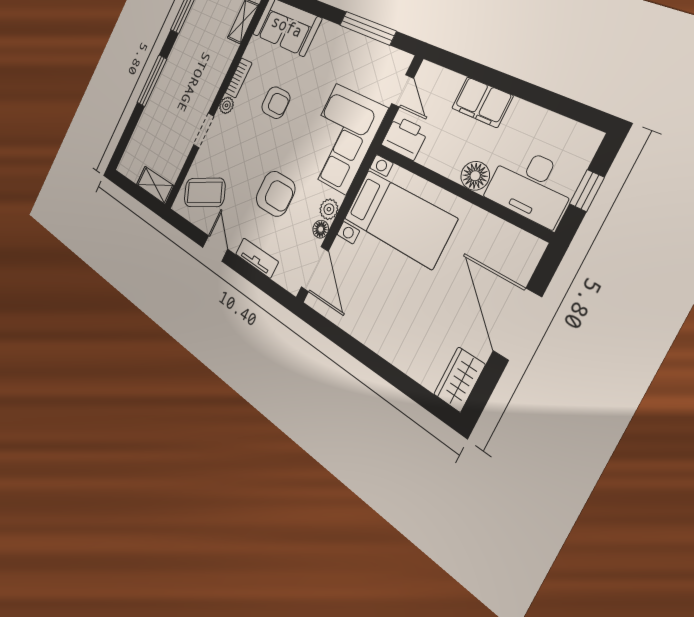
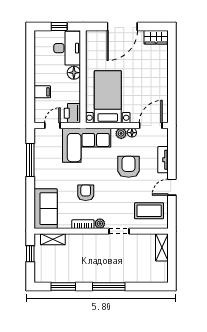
filing cabinet: (482, 102) -> (42, 92), width x0.50
coffee table: (205, 192) -> (149, 211), turned -64

